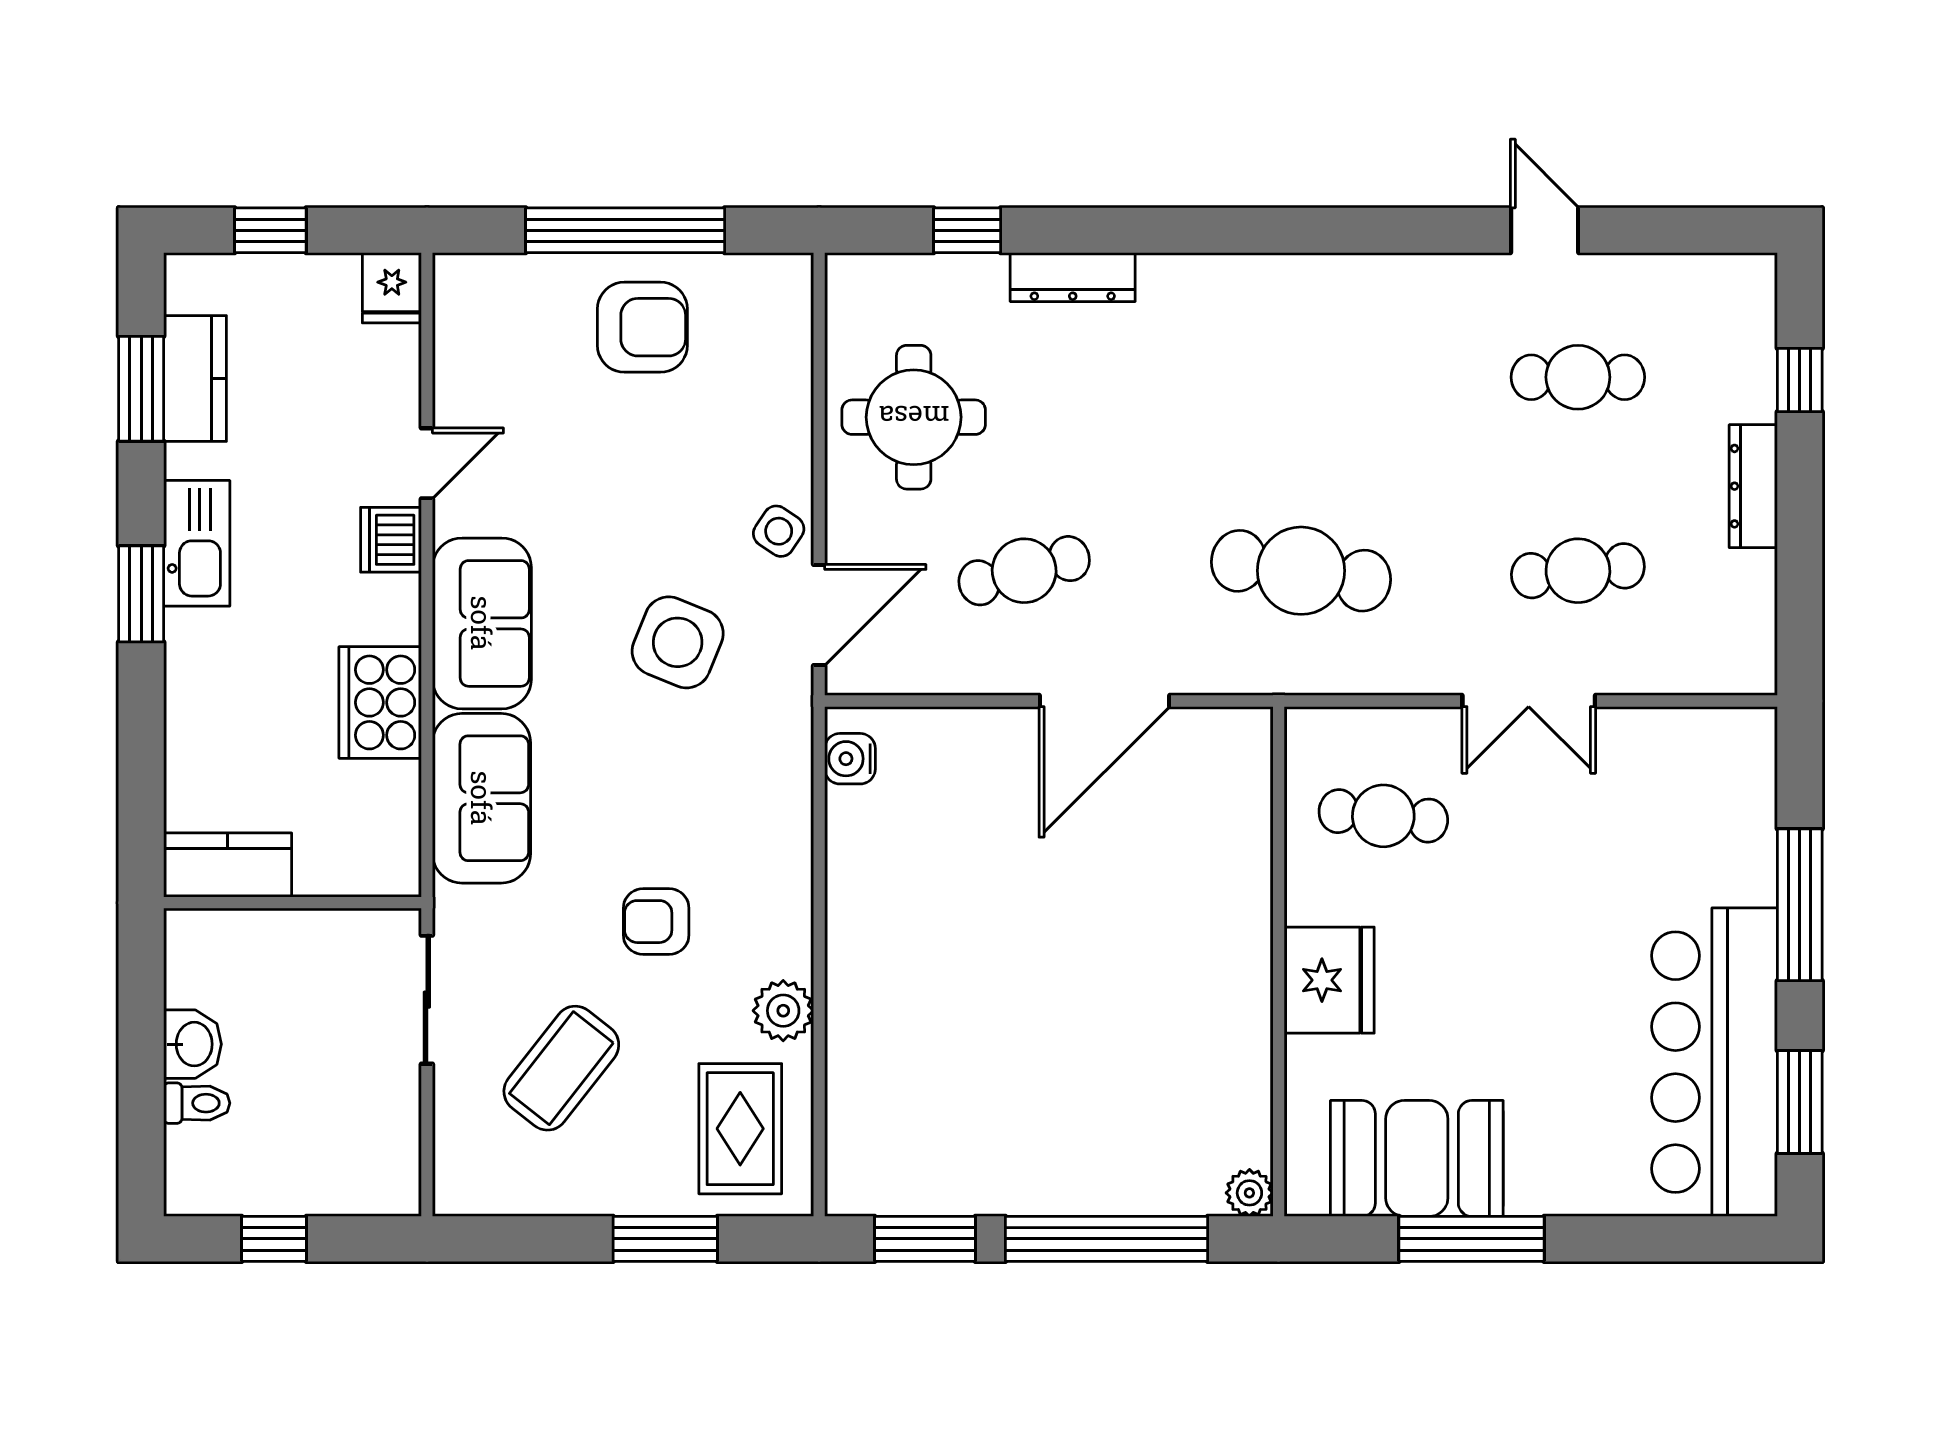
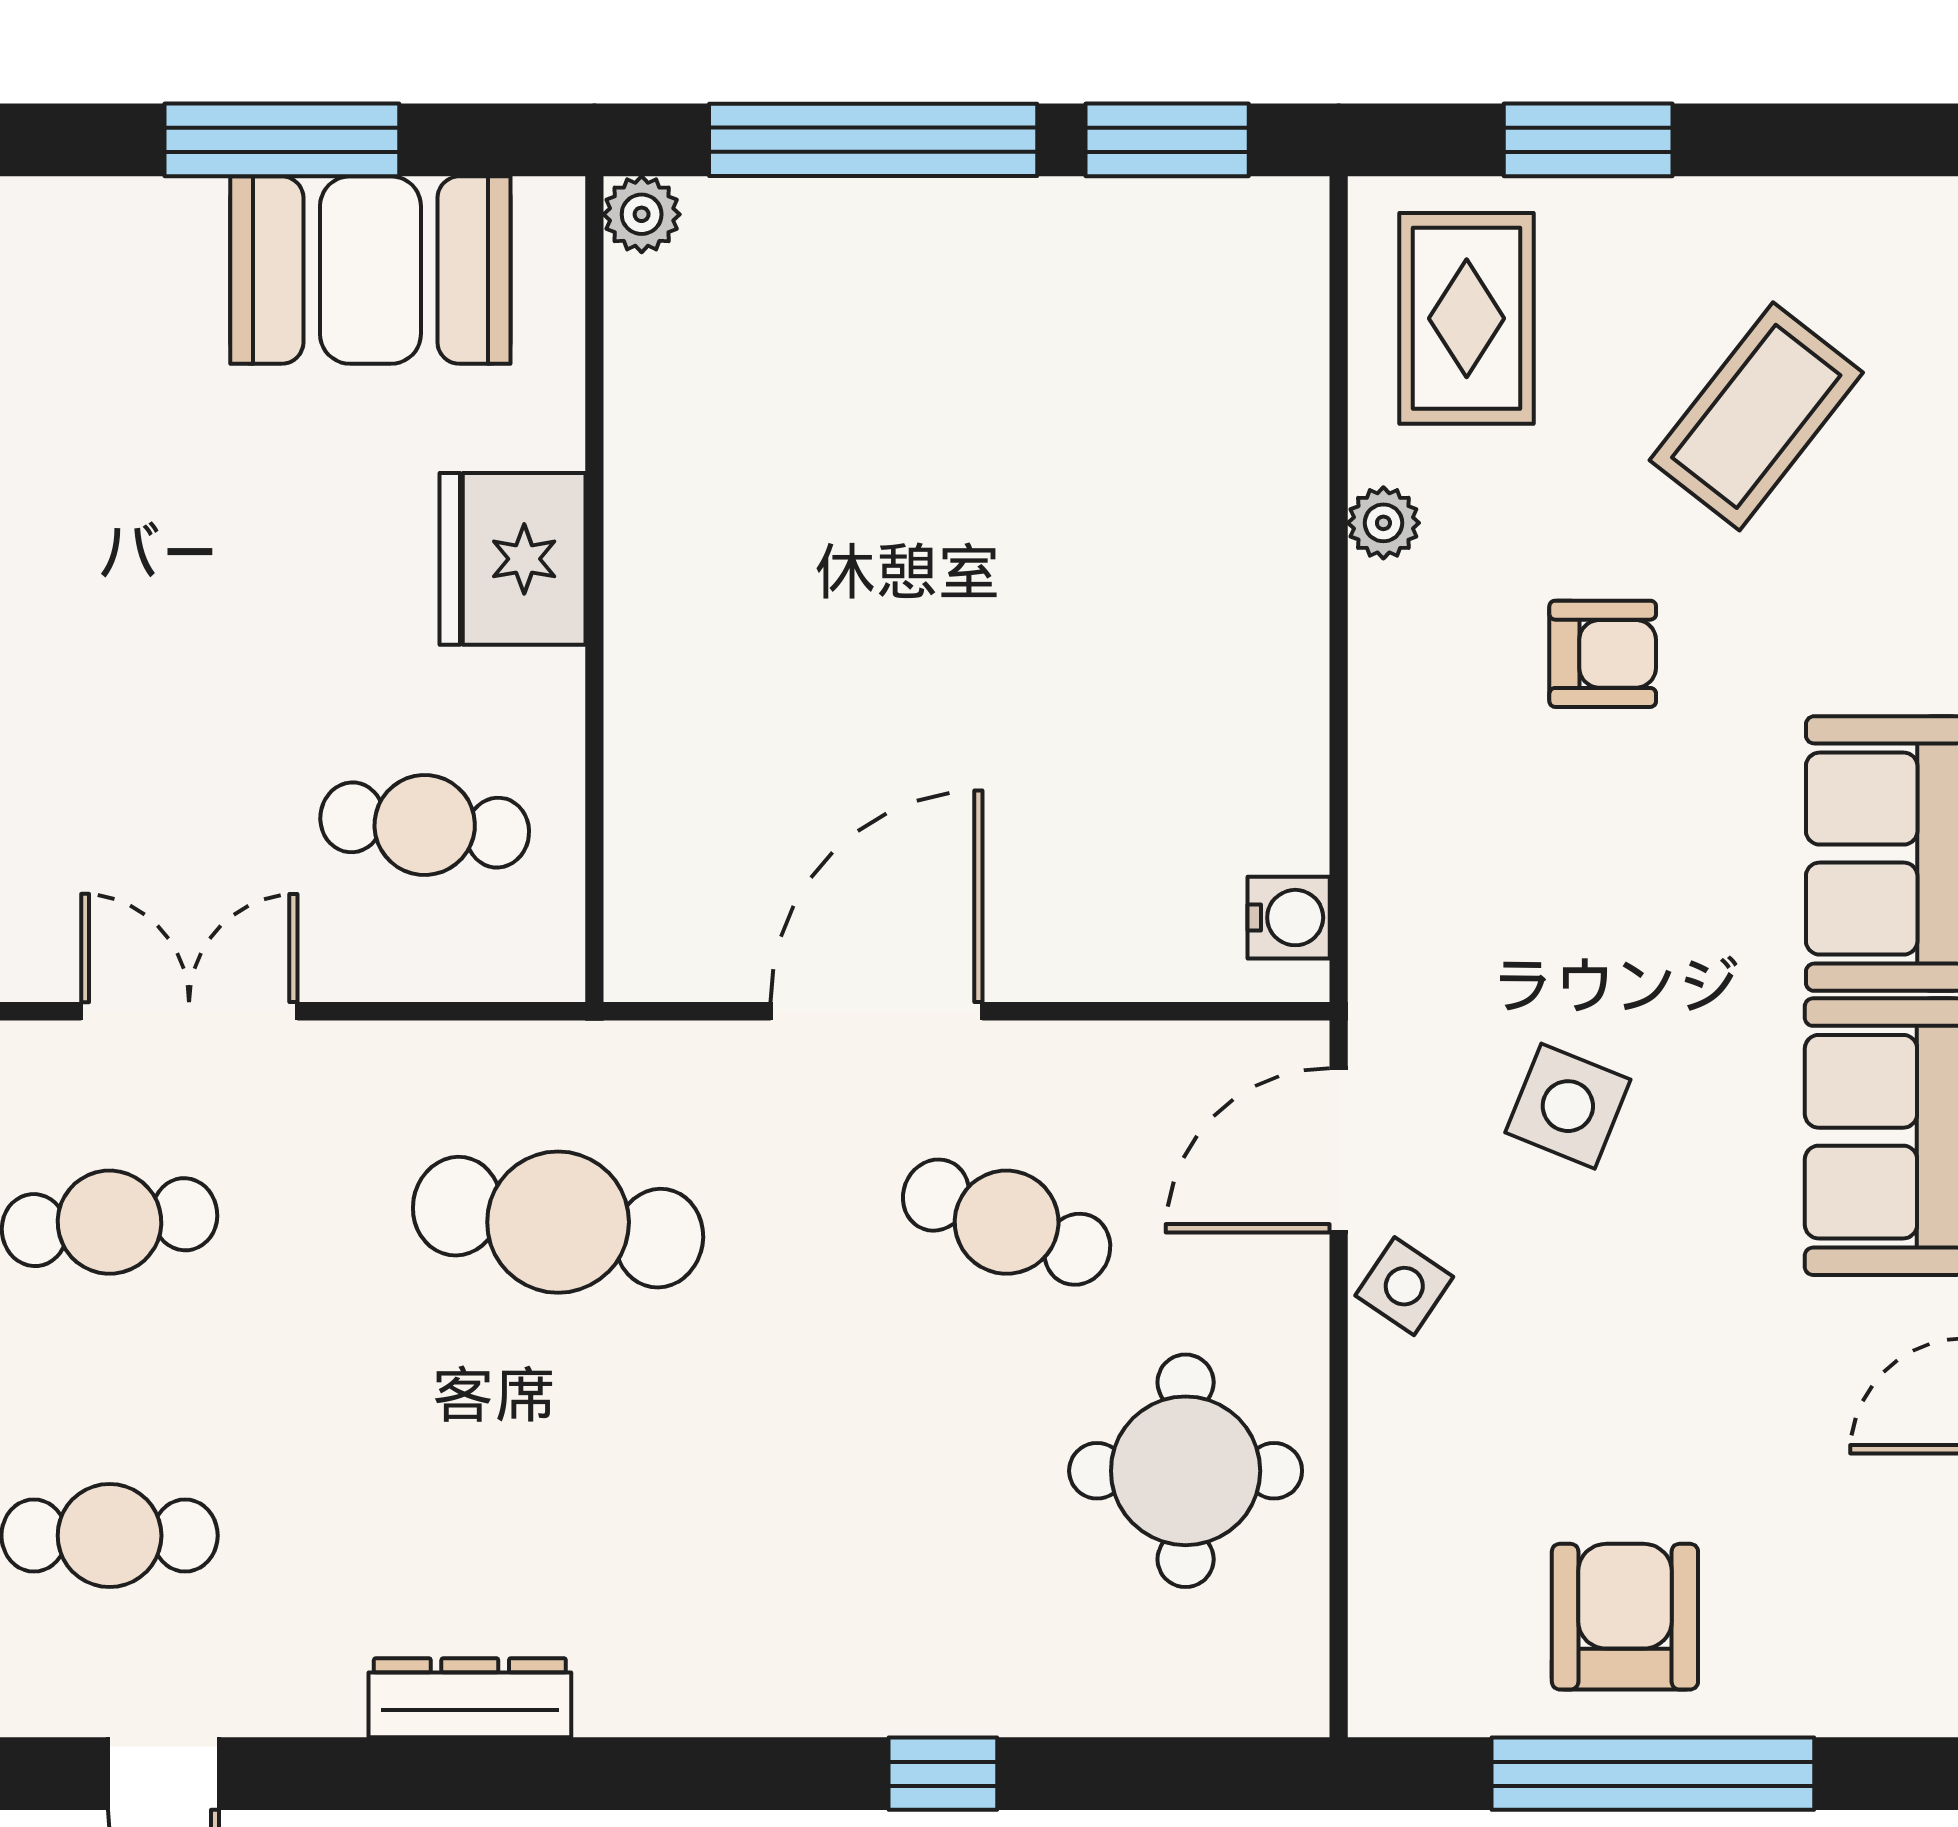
window: (967, 230) -> (943, 1774), moved
dresser: (1073, 277) -> (470, 1698), moved
armchair: (642, 327) -> (1625, 1617), turned 90
cafe table: (1024, 571) -> (1007, 1222), turned 36
side table: (678, 642) -> (1568, 1106), width x0.73, depth x0.73
plant: (783, 1011) -> (1383, 523), width x0.73, depth x0.73

